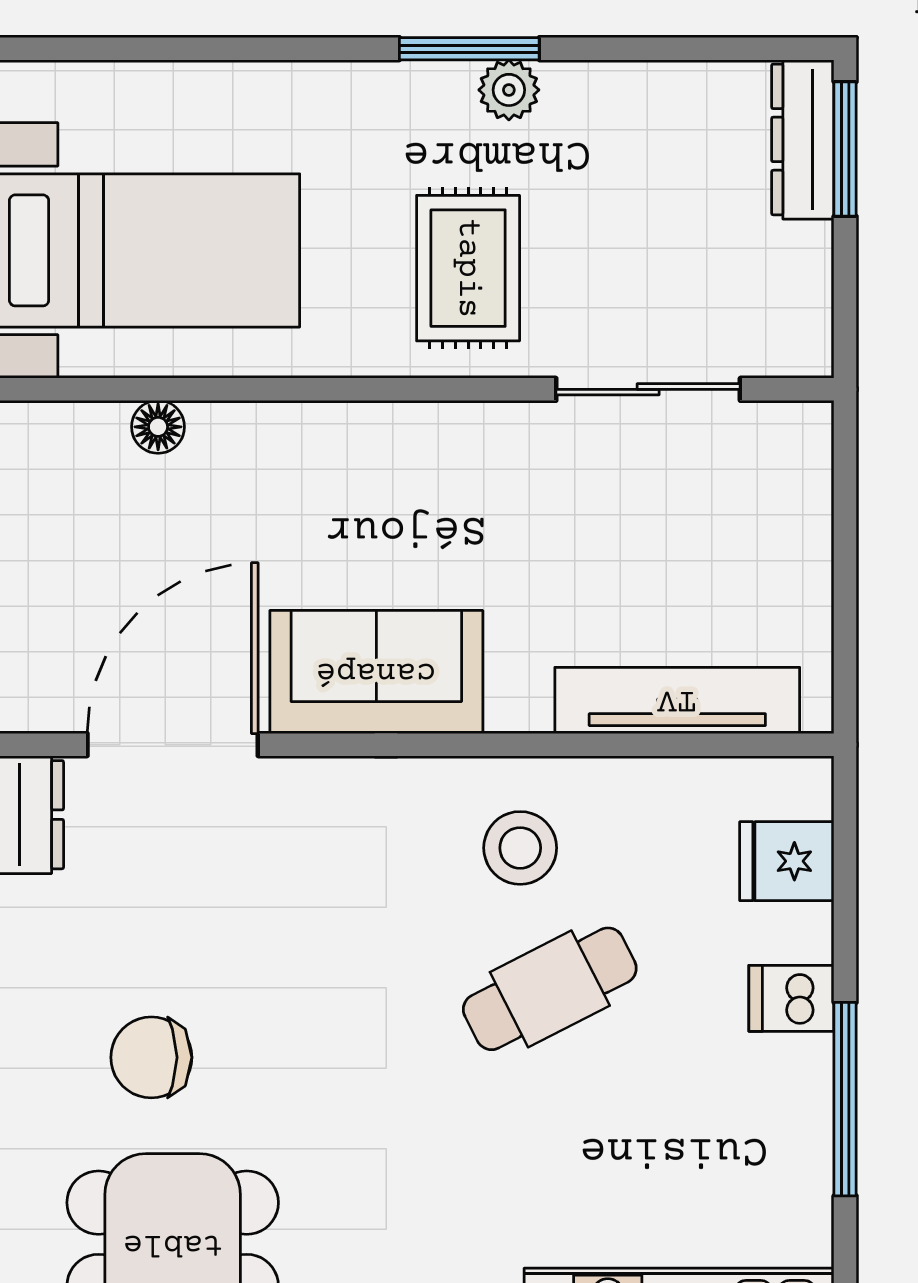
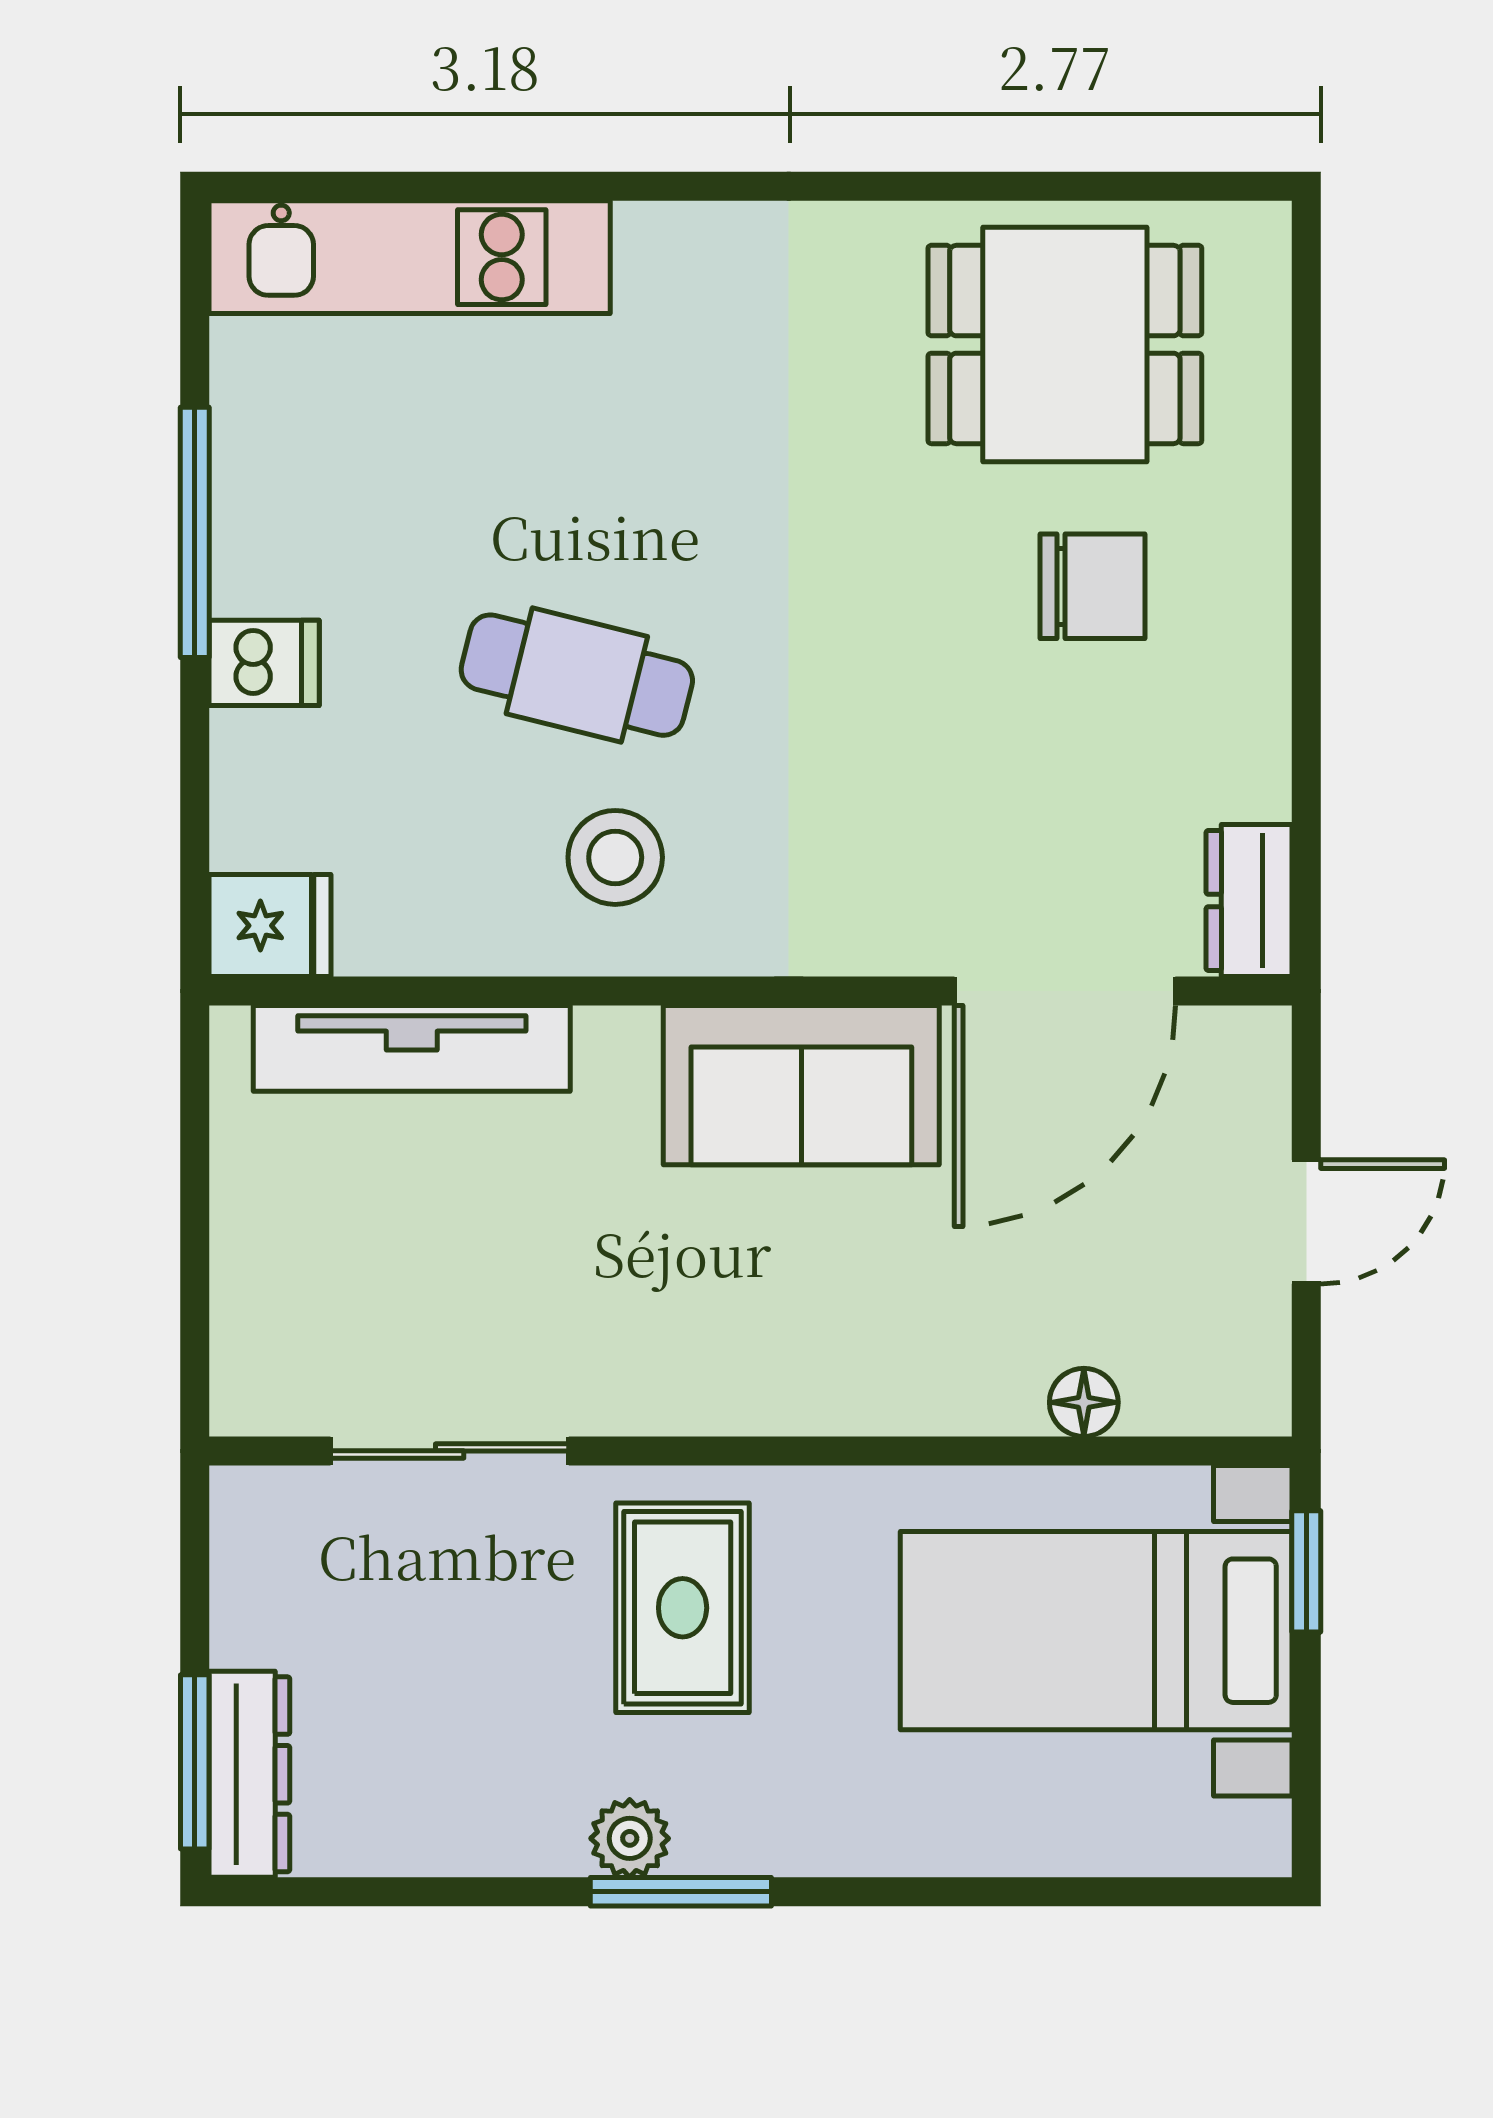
fridge: (787, 861) -> (270, 926), moved
cafe table: (550, 989) -> (577, 675), turned 41

